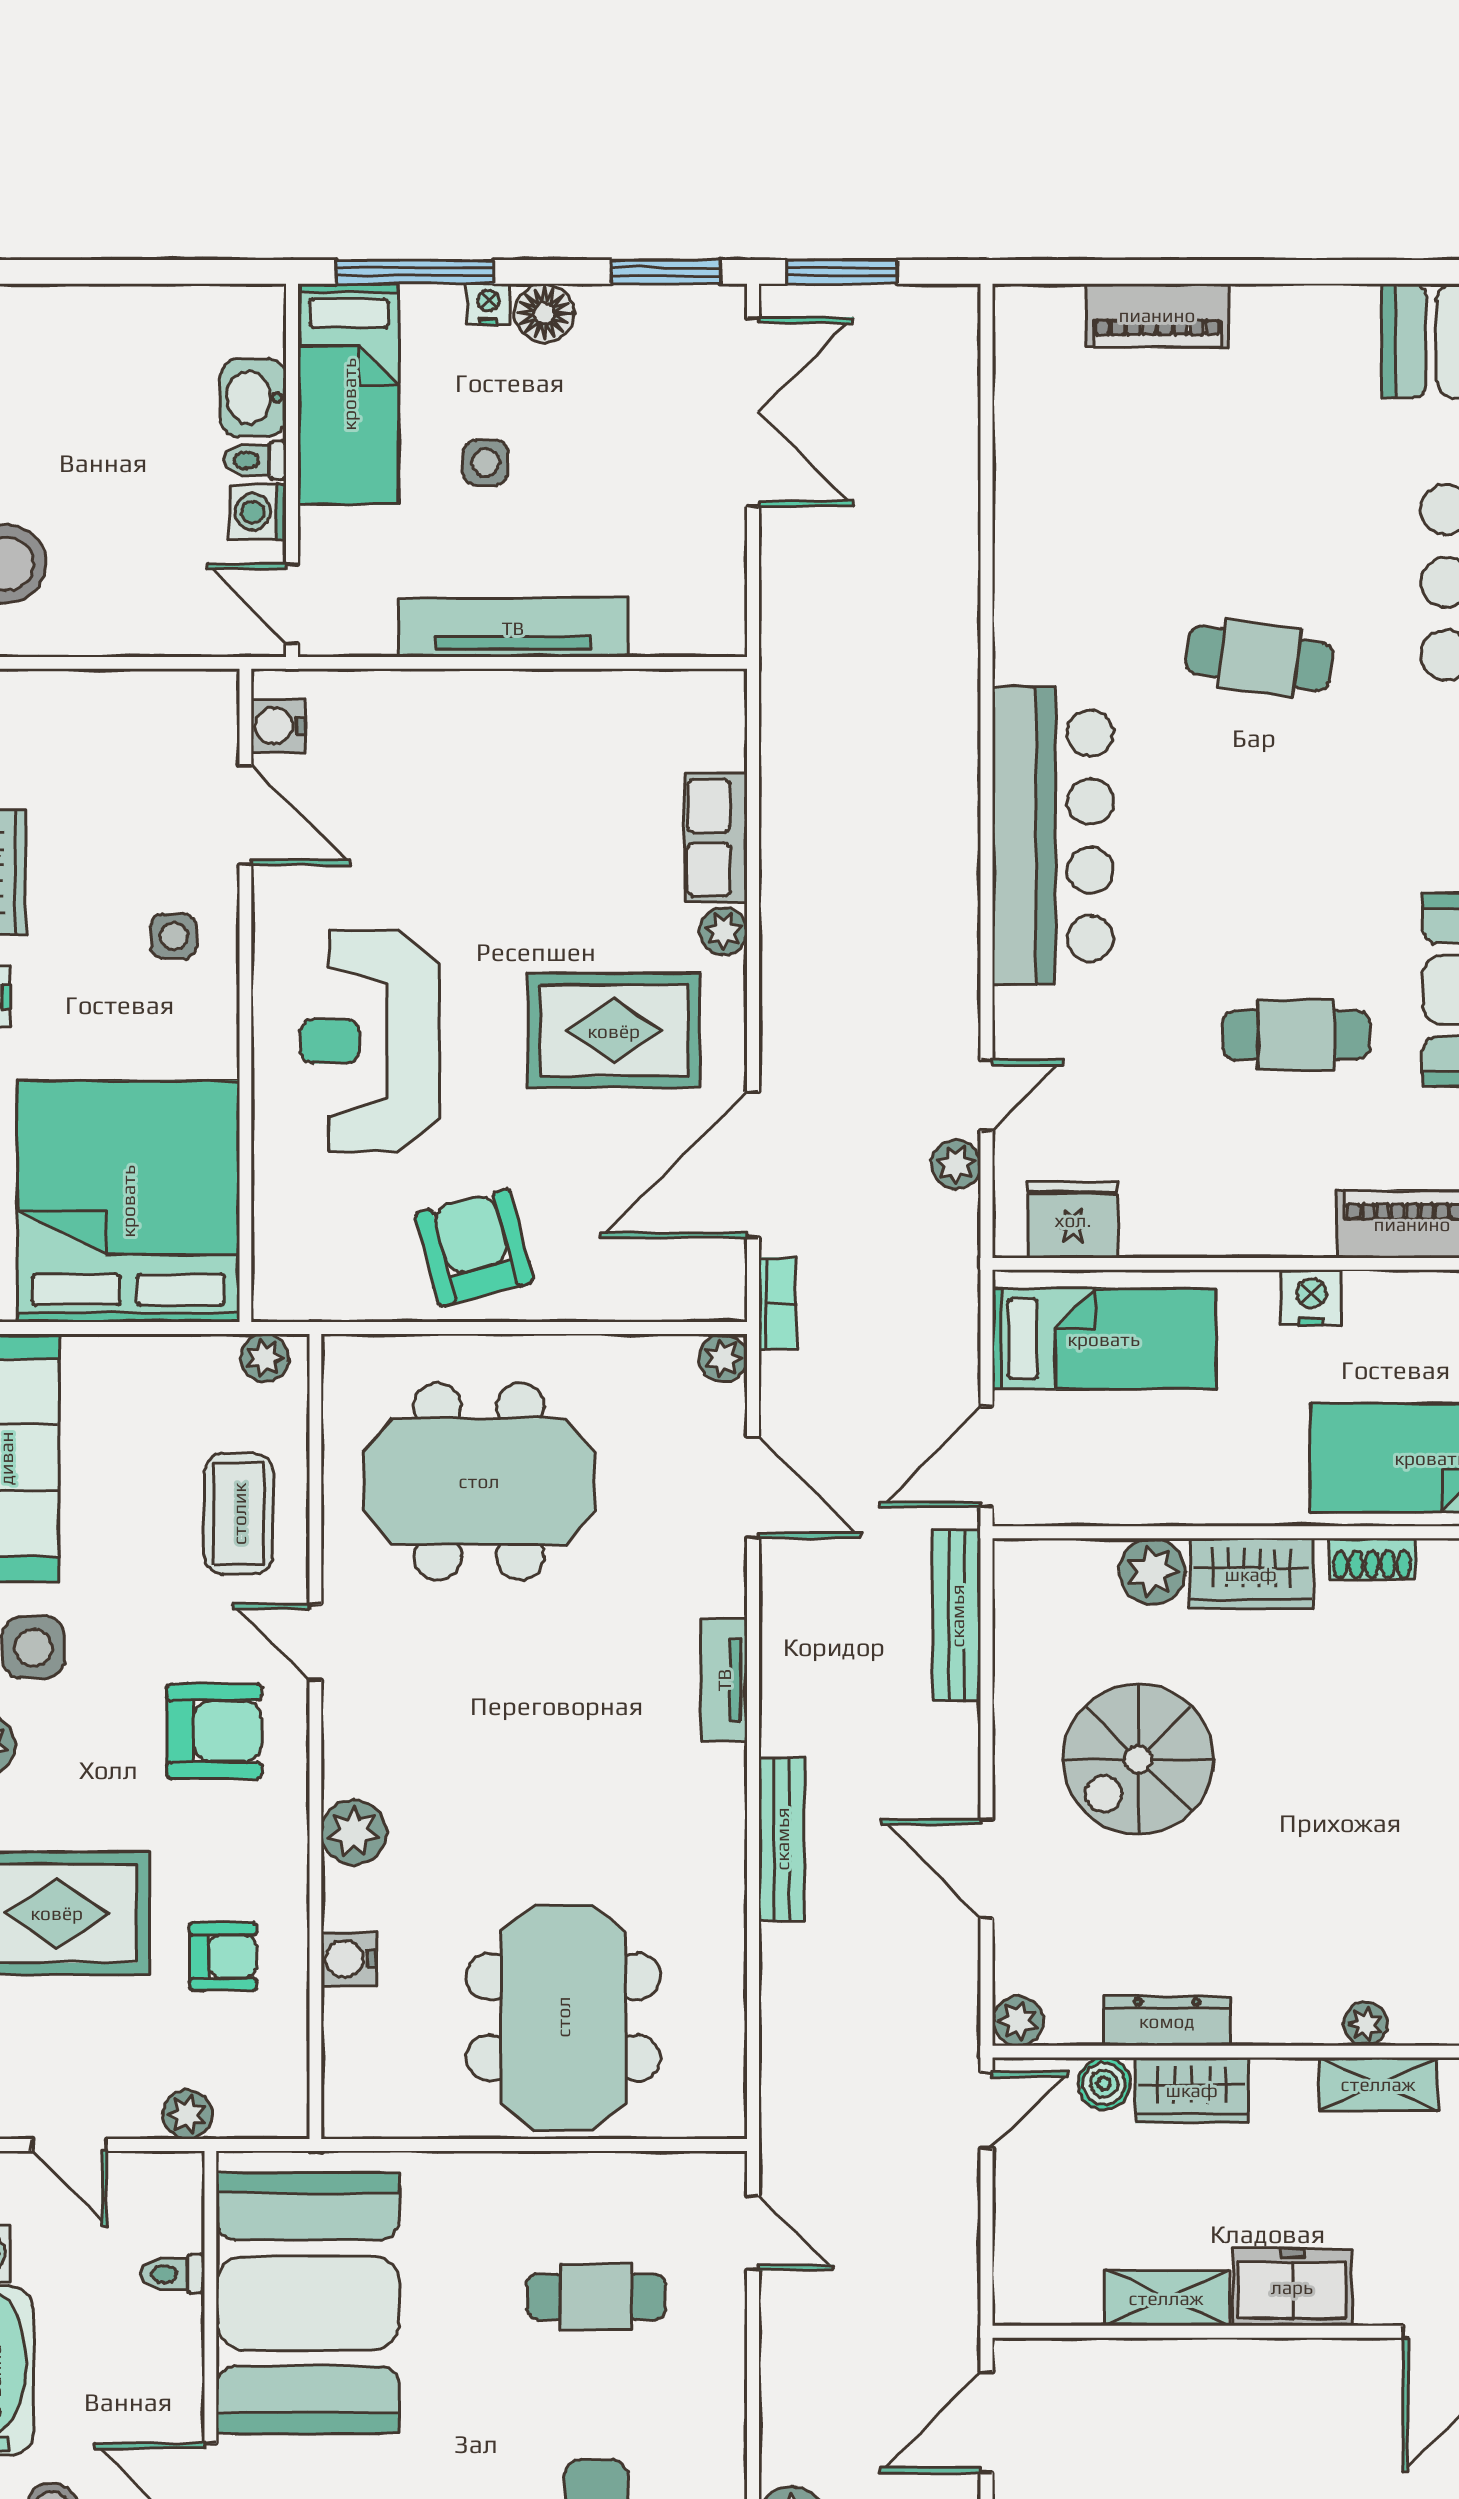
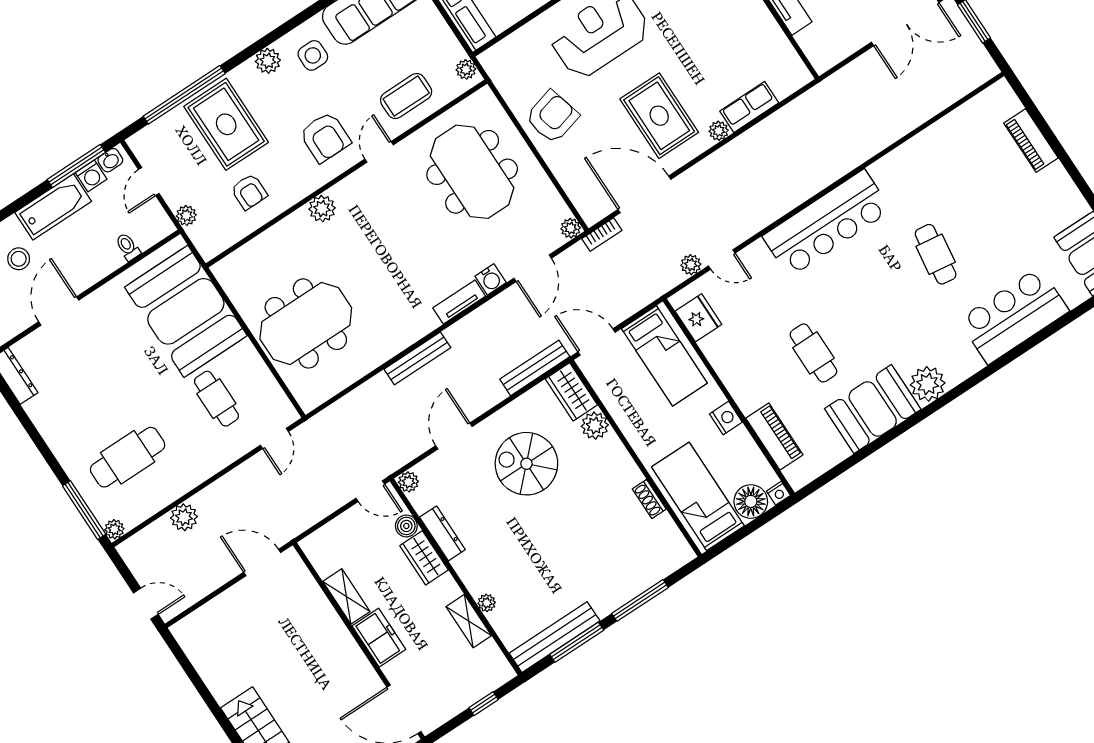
wardrobe: (1251, 1574) -> (571, 392), moved
water cooler: (349, 1959) -> (491, 279), moved, turned 180
booth: (308, 2303) -> (186, 311), moved, turned 90

